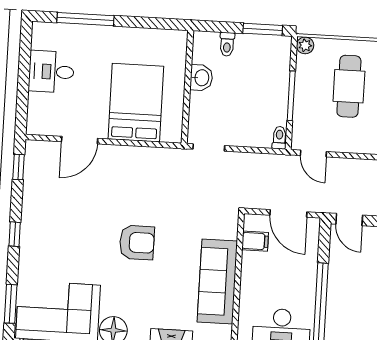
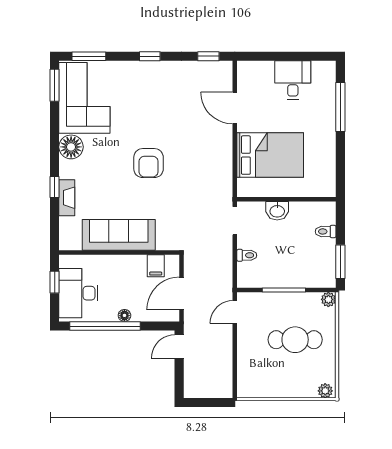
washbasin: (201, 78) -> (277, 211), moved
toilet: (279, 138) -> (247, 255), moved
floor lamp: (310, 280) -> (124, 315), added

